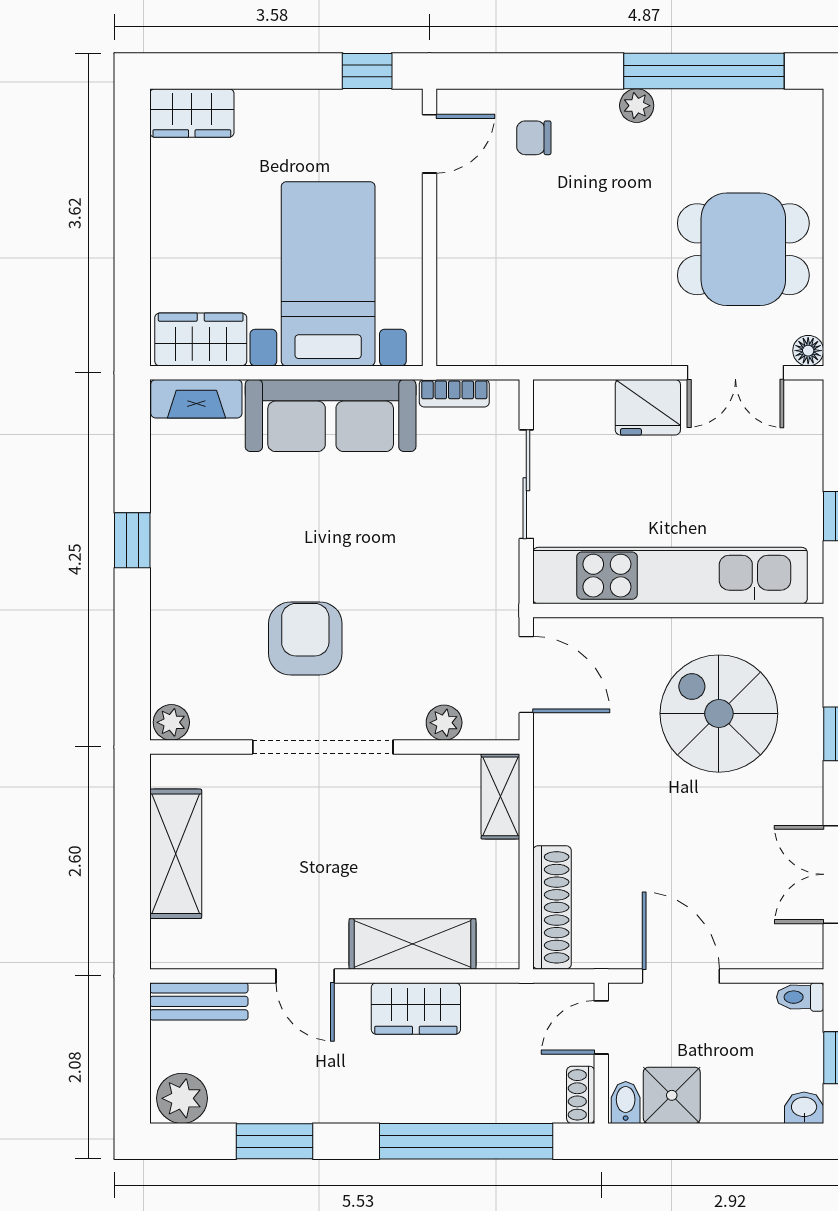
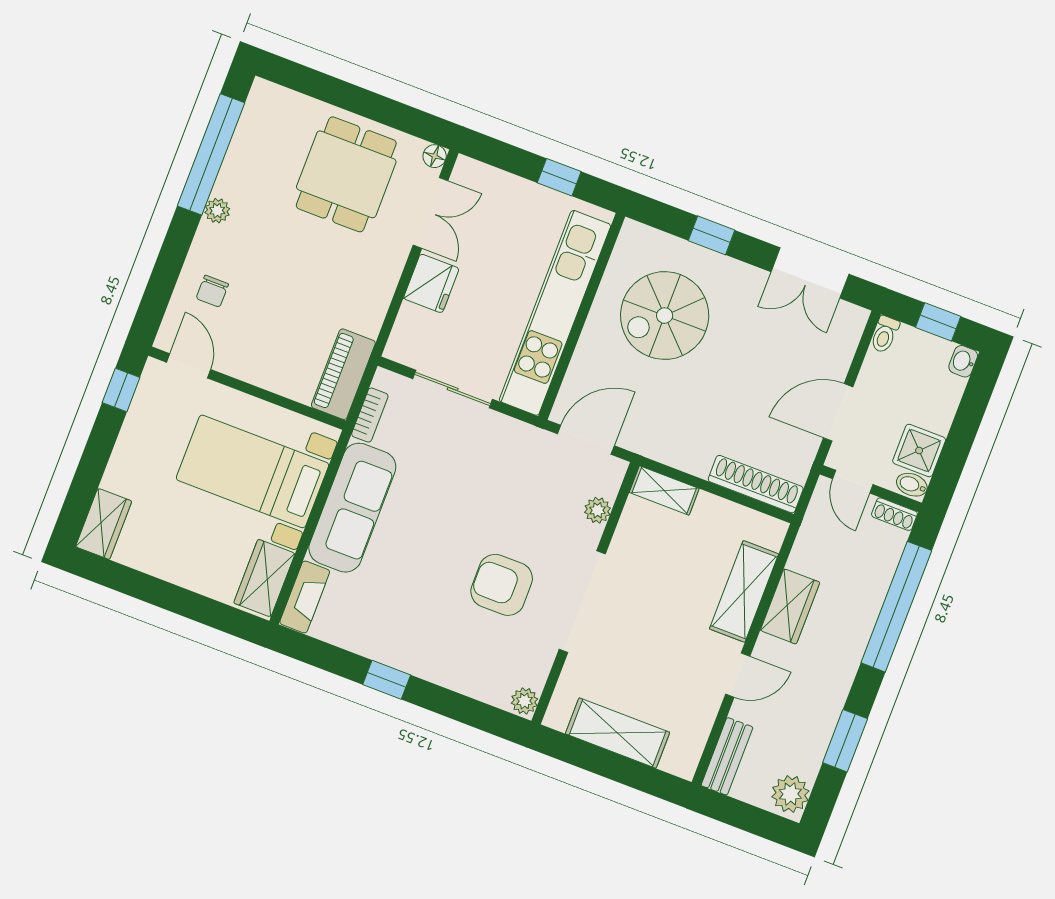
piano: (493, 341) -> (343, 374), added

